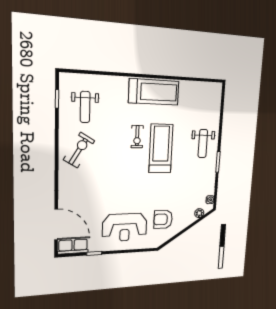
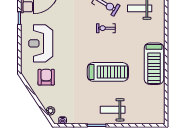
exercise bike: (137, 137) -> (106, 28), moved

